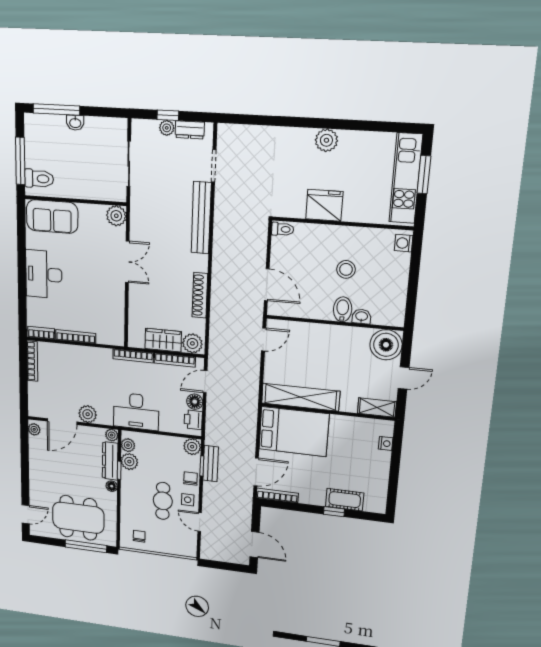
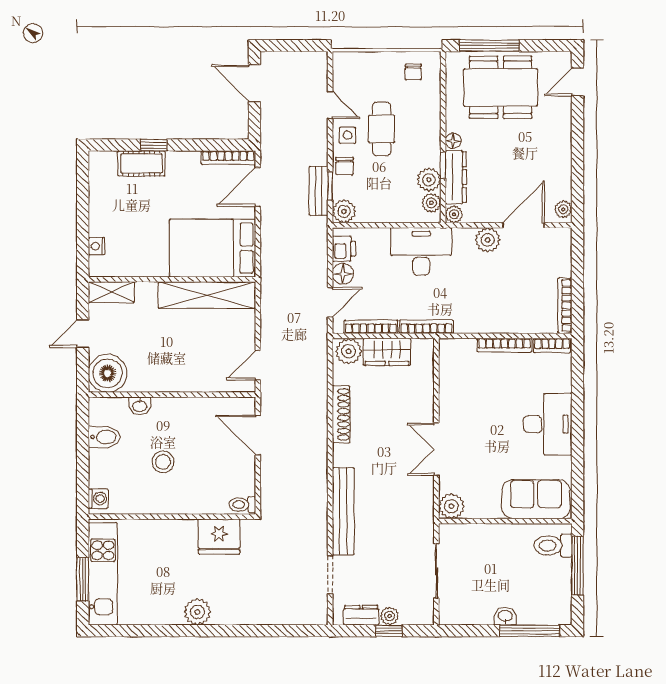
fridge: (324, 205) -> (219, 537), moved
bidet: (343, 309) -> (104, 437), moved, turned -90

